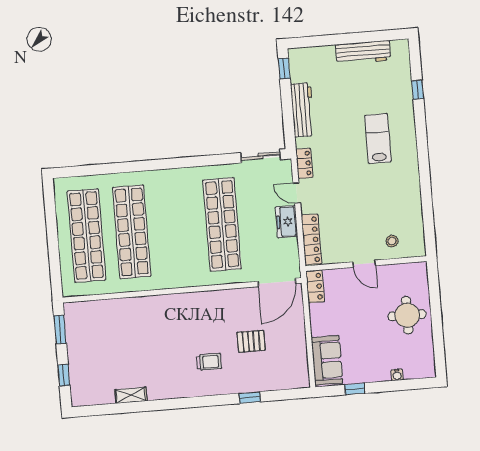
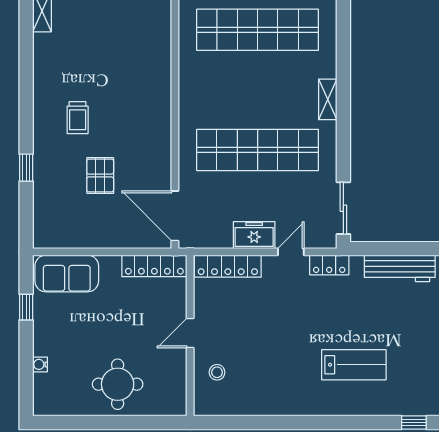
shelving: (180, 175) -> (328, 99), added
locker: (315, 286) -> (154, 266), width x1.53

